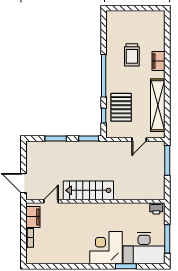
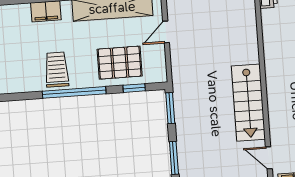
trolley: (132, 55) -> (57, 70), moved, turned -90
door: (139, 139) -> (166, 32), swing flipped

